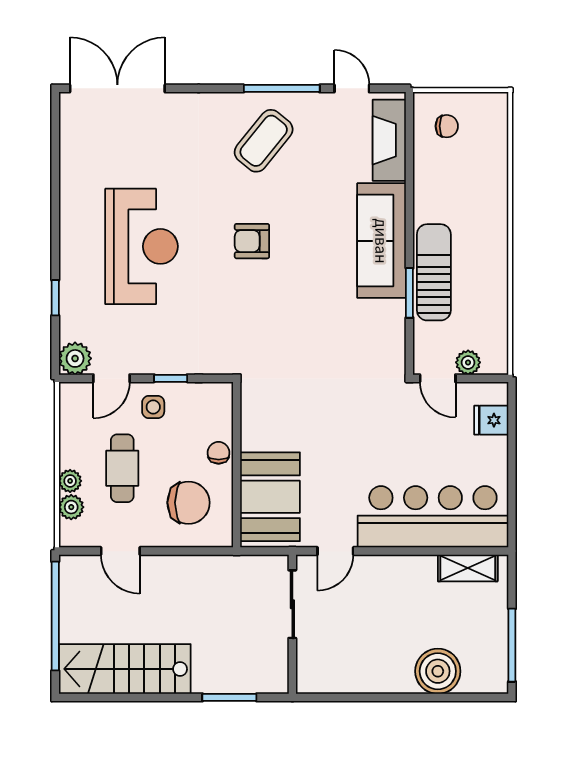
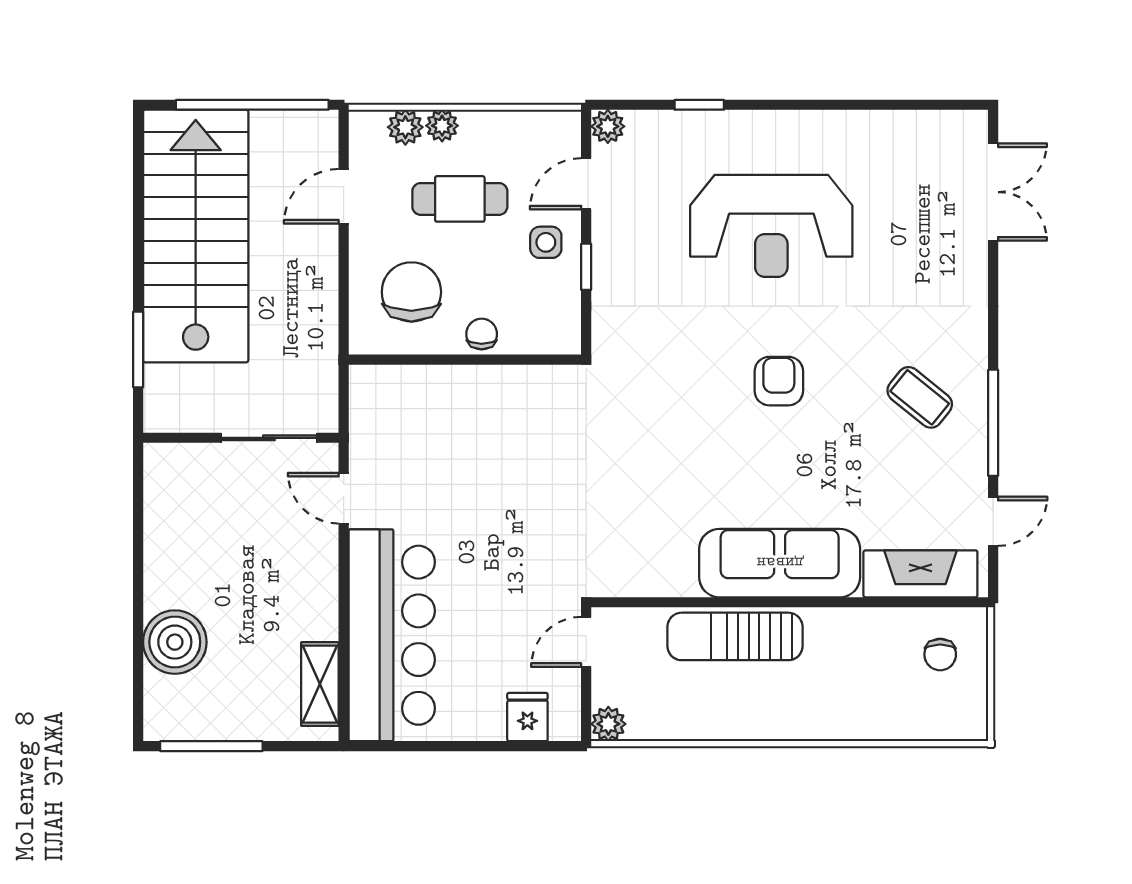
double door: (117, 88) -> (993, 192), width x0.73
coffee table: (264, 141) -> (920, 397), width x0.73, depth x0.77
sun lounger: (434, 272) -> (735, 636), turned 180
window: (409, 293) -> (706, 602), removed
plant: (75, 358) -> (608, 126), width x0.73, depth x0.73
plant: (468, 362) -> (608, 724), moved
door: (111, 378) -> (586, 184), hinge flipped
chair: (219, 453) -> (482, 334), turned -90
booth: (270, 497) -> (420, 407), removed
chair: (188, 503) -> (411, 292), turned 180
stairs: (125, 669) -> (196, 236), width x1.36, depth x1.51

